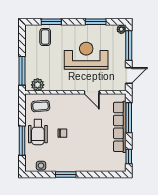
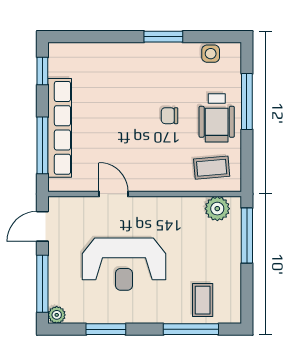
window: (51, 22) -> (191, 329), width x1.44
wheelchair: (38, 132) -> (217, 118), turned 180

